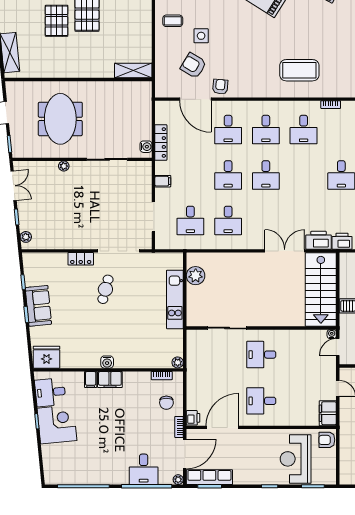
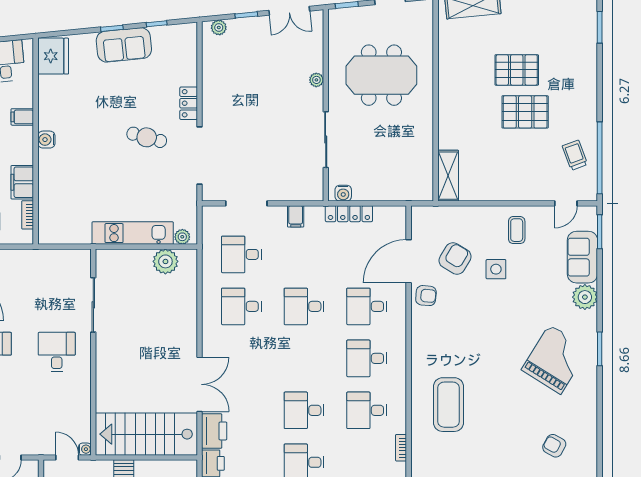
desk: (266, 175) -> (304, 410), moved
plant: (178, 362) -> (182, 237), moved
filing cabinet: (110, 380) -> (22, 182), moved

